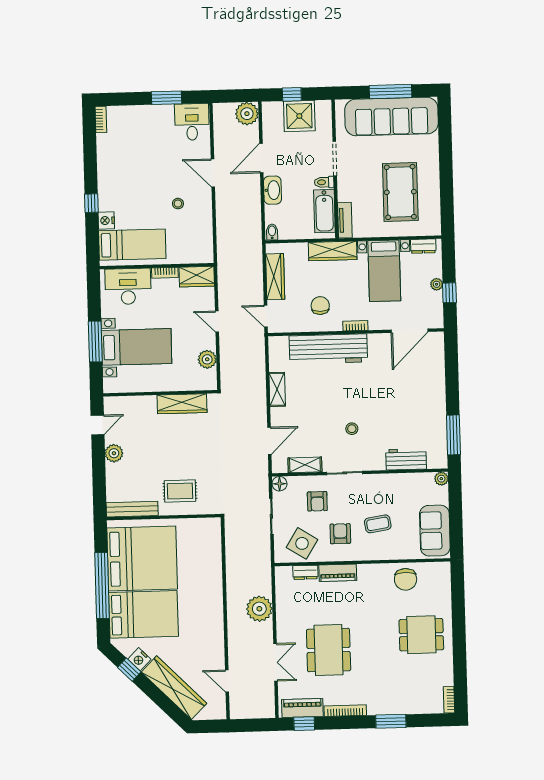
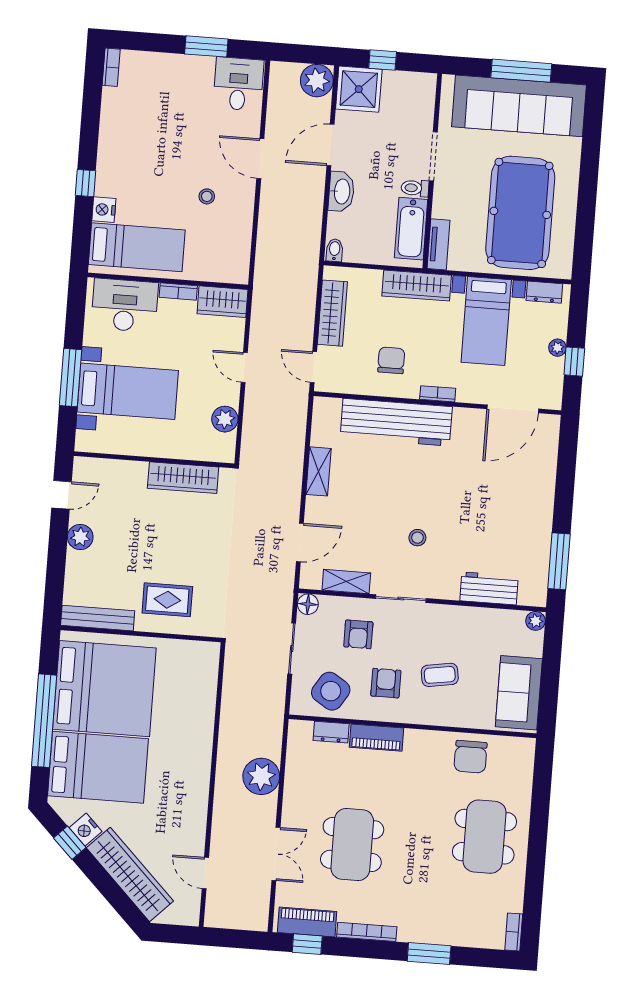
shower: (299, 116) -> (359, 89), moved
pool table: (400, 192) -> (520, 213), width x1.36, depth x1.32
dining table: (421, 635) -> (484, 837), width x1.38

